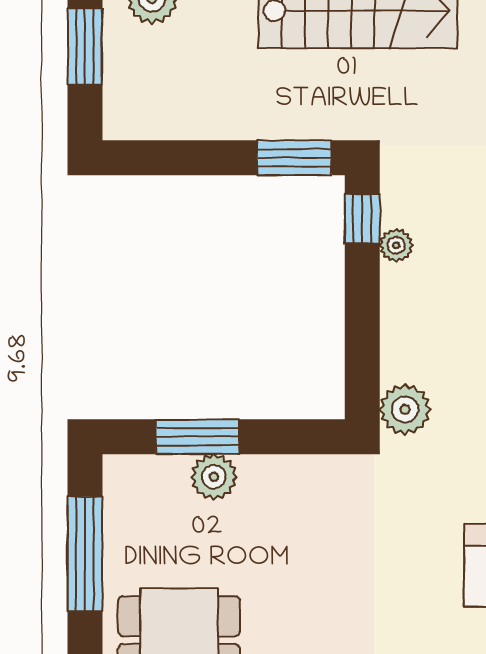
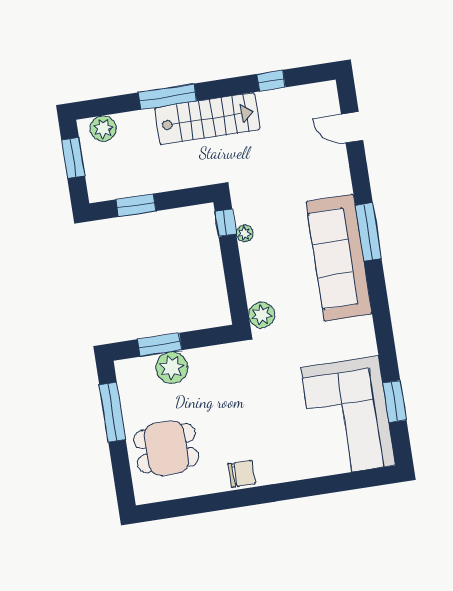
window: (294, 158) -> (136, 205), moved
plant: (214, 477) -> (172, 368), width x1.36, depth x1.36

